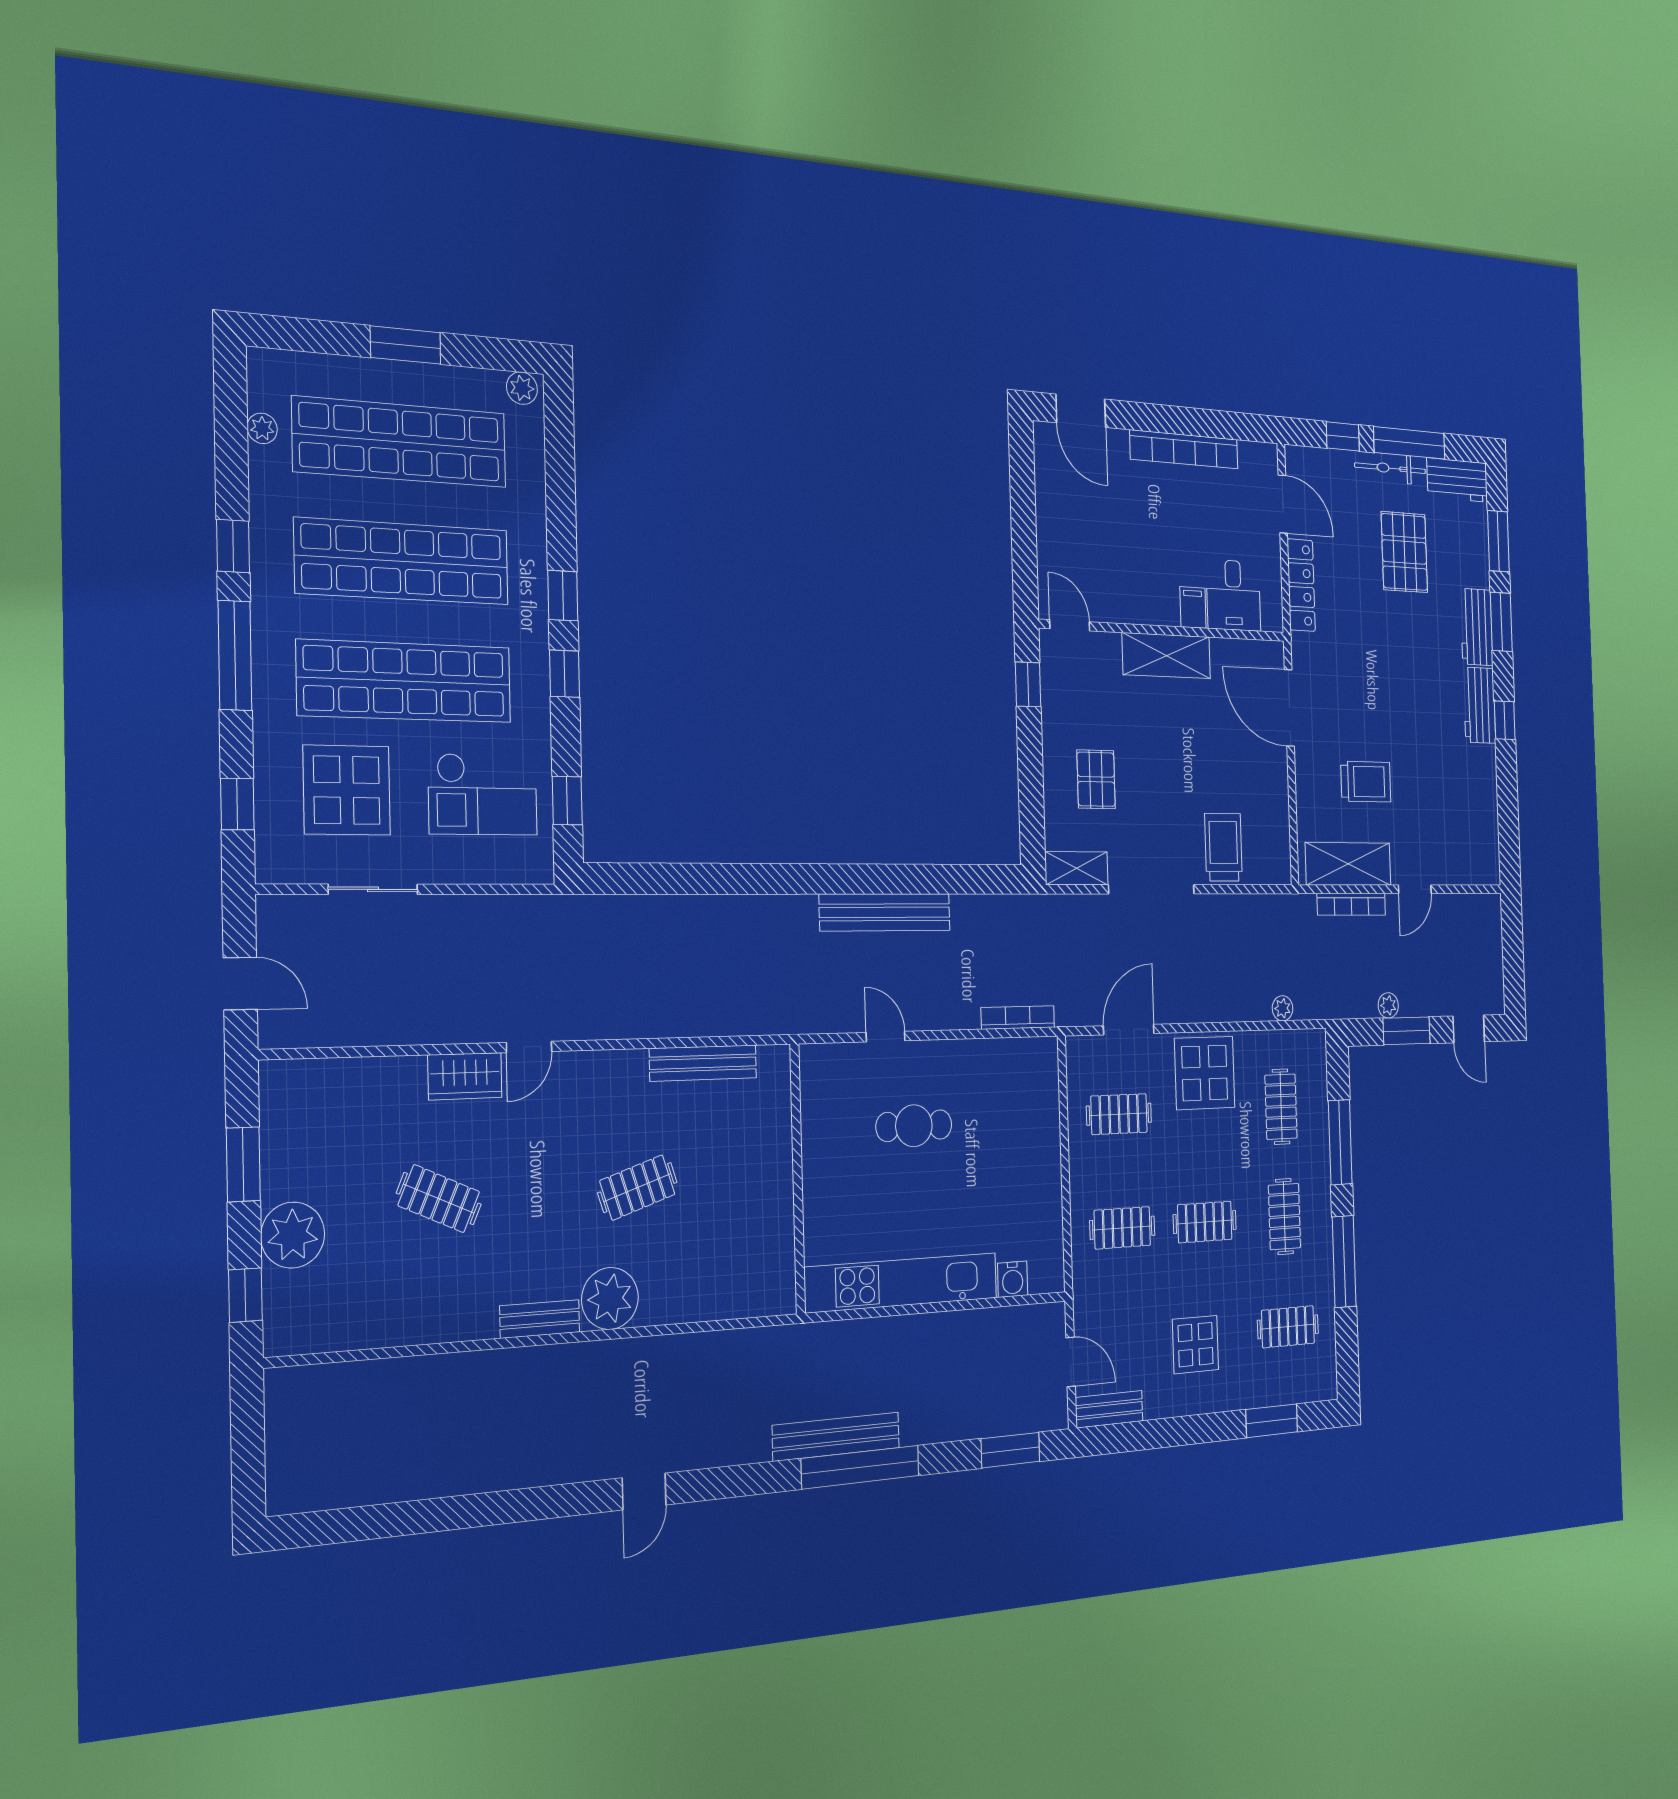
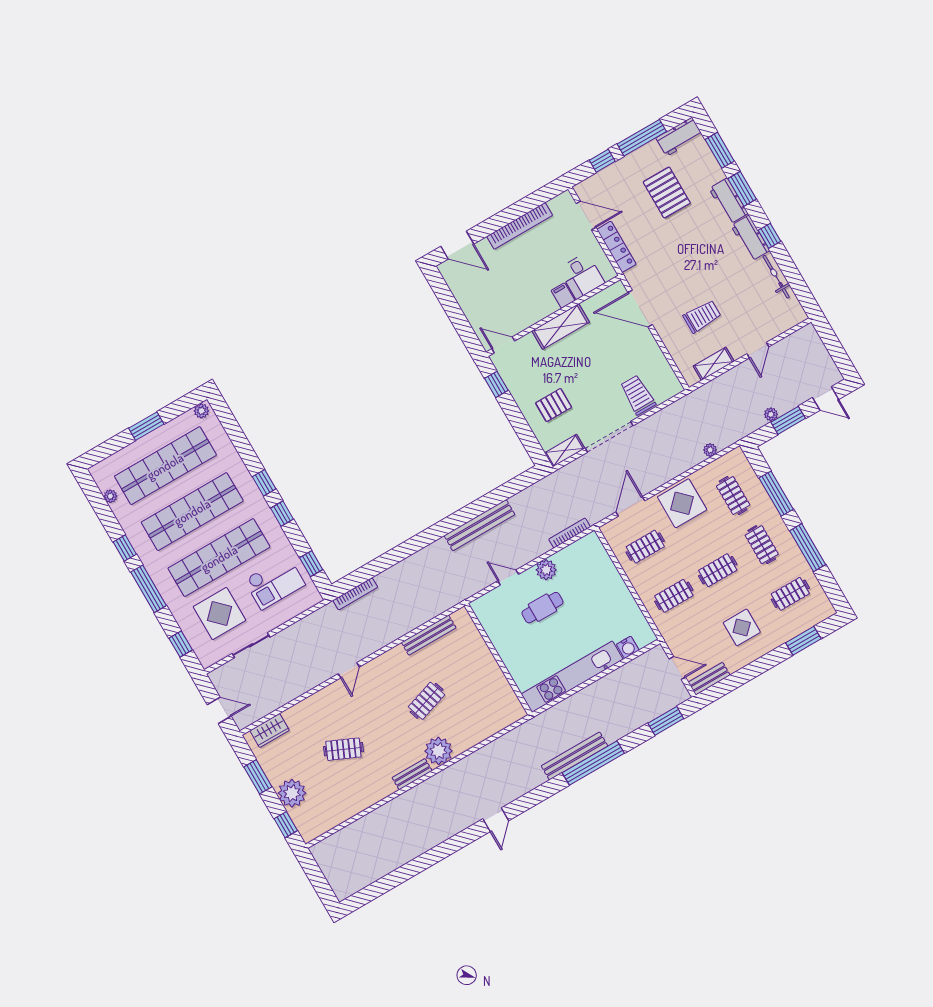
bicycle: (1390, 468) -> (776, 277), moved, turned 90
pallet: (1096, 779) -> (554, 405), turned 90
shelving: (1348, 864) -> (714, 364), width x0.67, depth x0.75
bookcase: (1351, 904) -> (355, 594), moved
plant: (952, 1060) -> (546, 570), added
wardrobe: (465, 1076) -> (270, 730), moved

